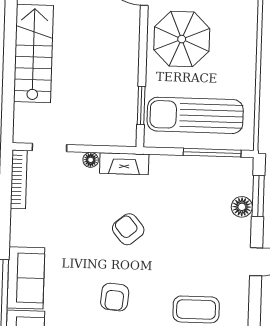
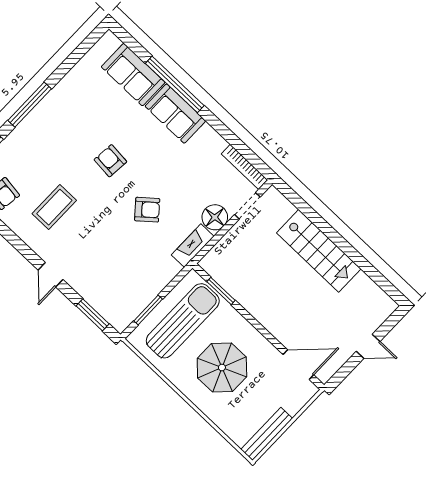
parasol: (182, 39) -> (222, 368), moved
window: (212, 153) -> (148, 310), width x0.69
floor lamp: (91, 160) -> (215, 217), width x1.89, depth x1.89
floor lamp: (242, 207) -> (95, 298), removed

